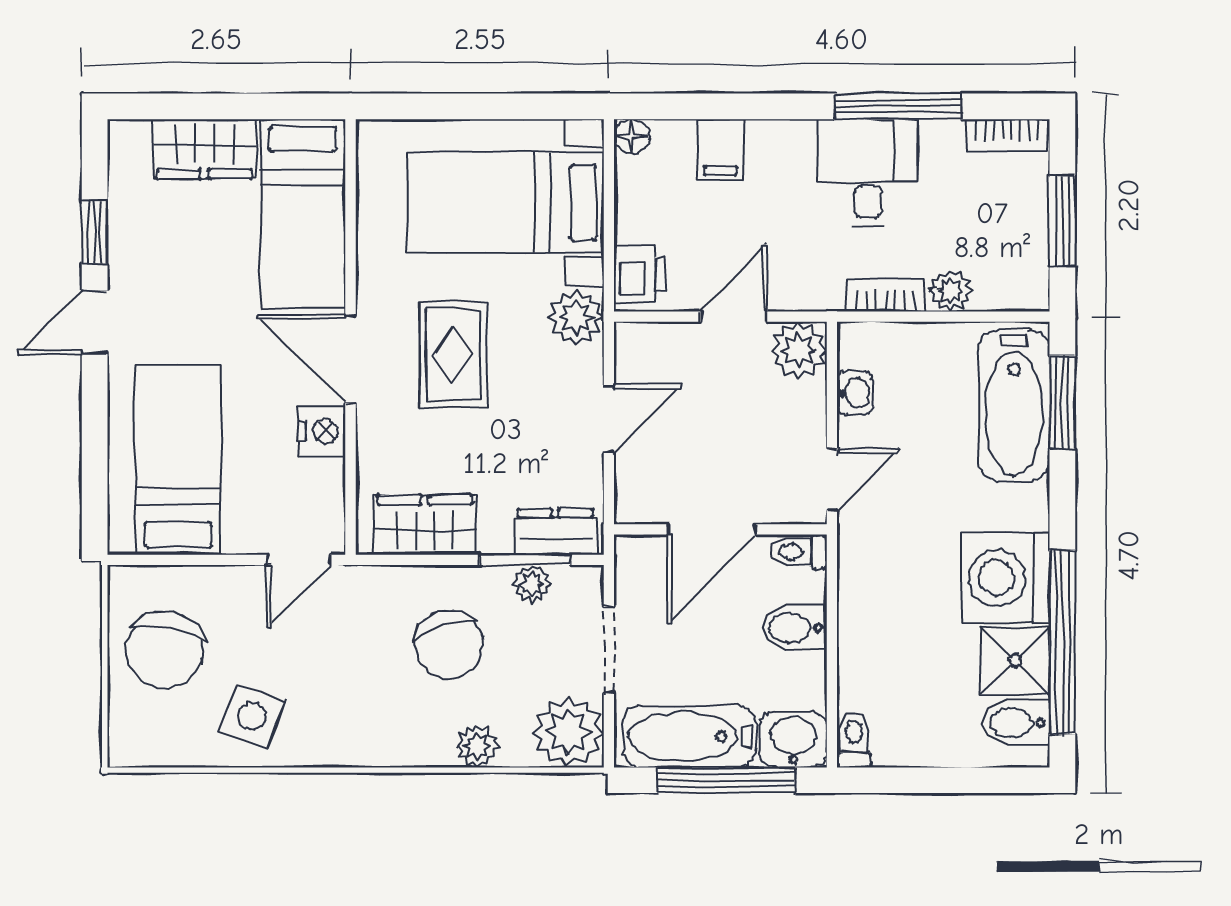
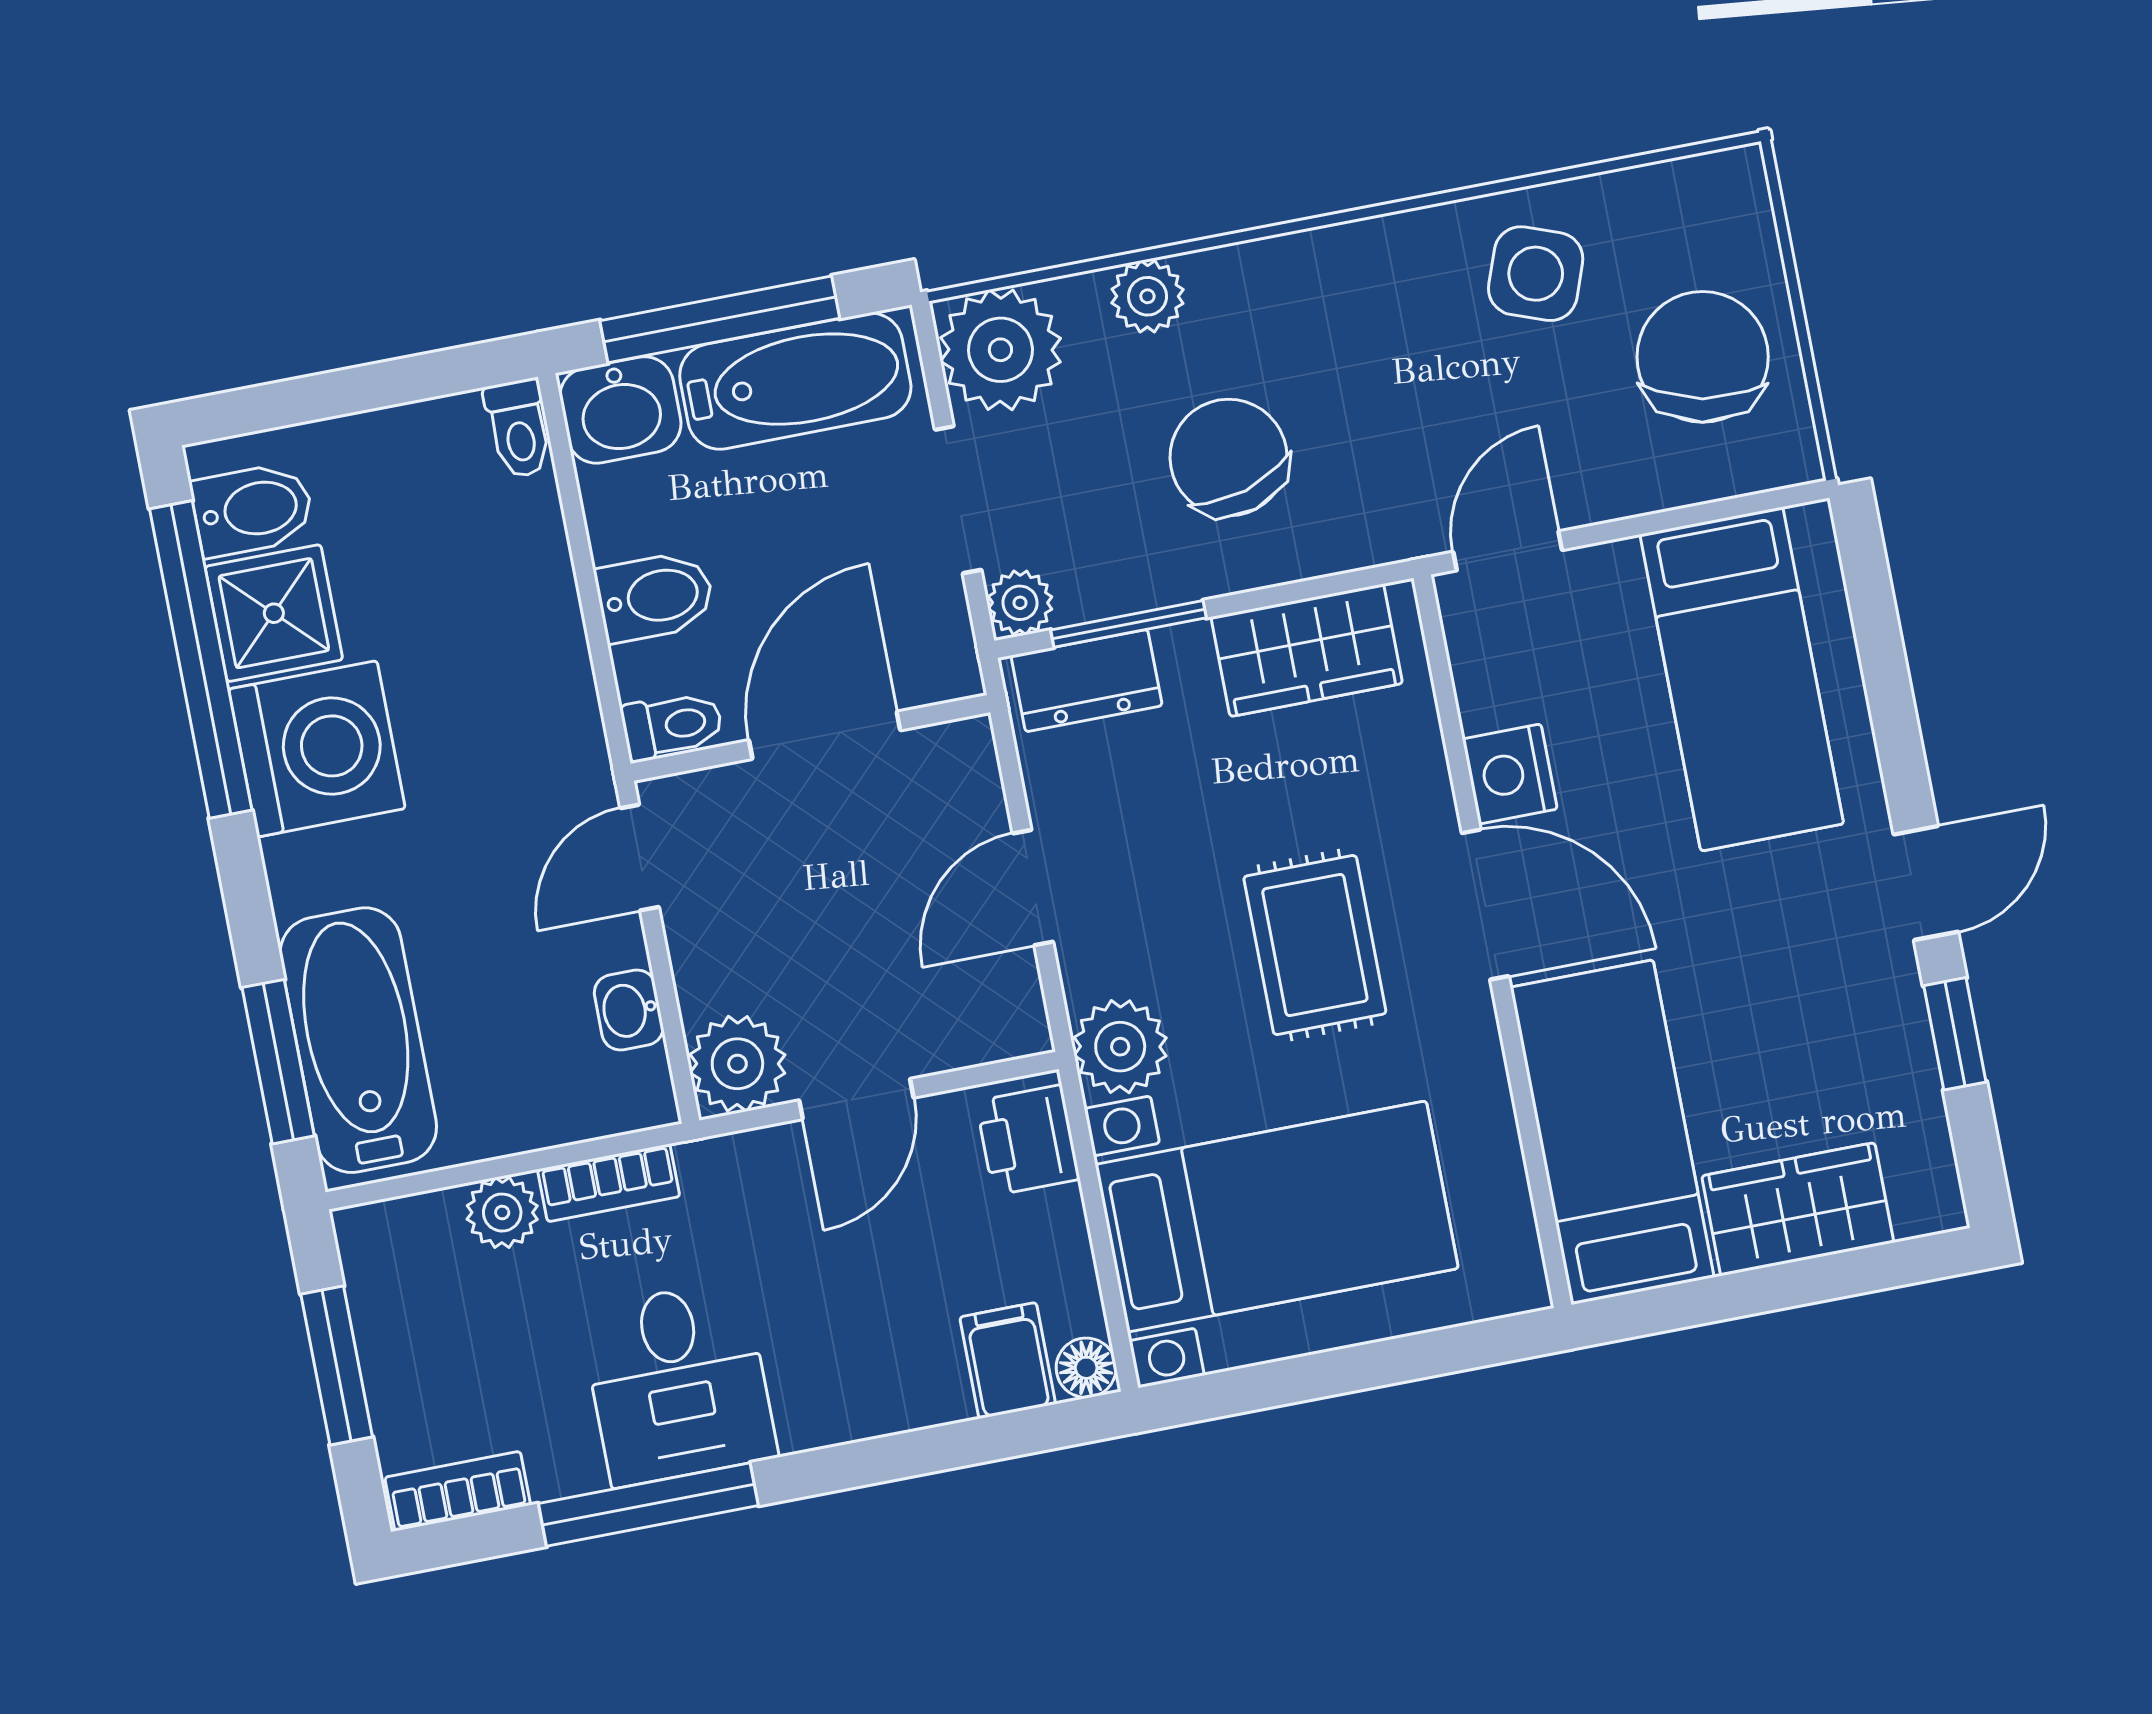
filing cabinet: (721, 149) -> (1008, 1360), moved
plant: (532, 584) -> (1020, 603), moved

